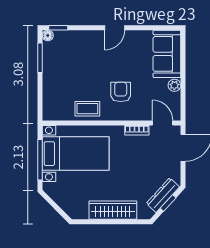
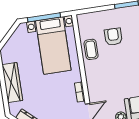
armchair: (121, 92) -> (113, 37), moved, turned -90

